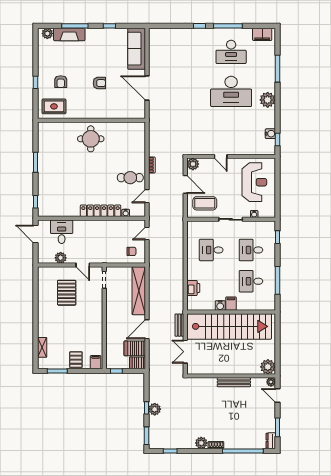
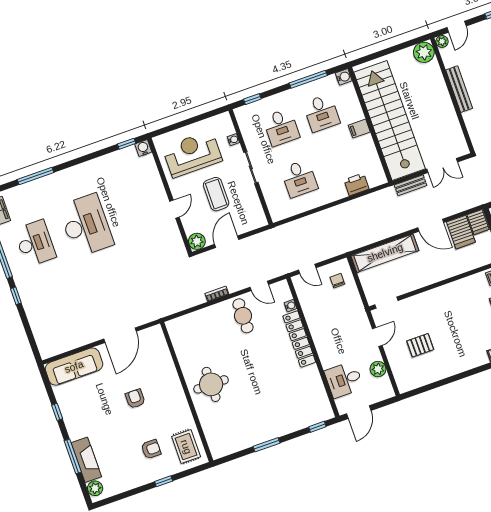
plant: (268, 100) -> (80, 174), removed
water cooler: (270, 134) -> (143, 148), moved
coffee table: (205, 203) -> (216, 194), moved
pallet: (67, 293) -> (420, 345), width x0.67, depth x0.71
water cooler: (220, 305) -> (344, 77), moved

